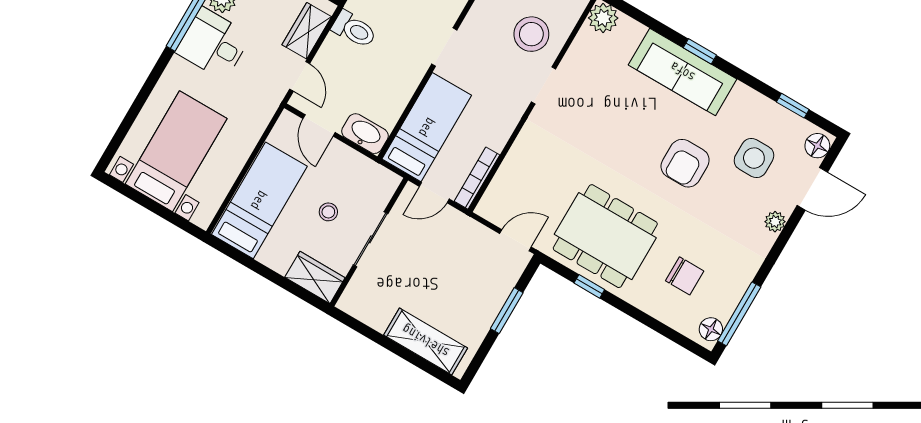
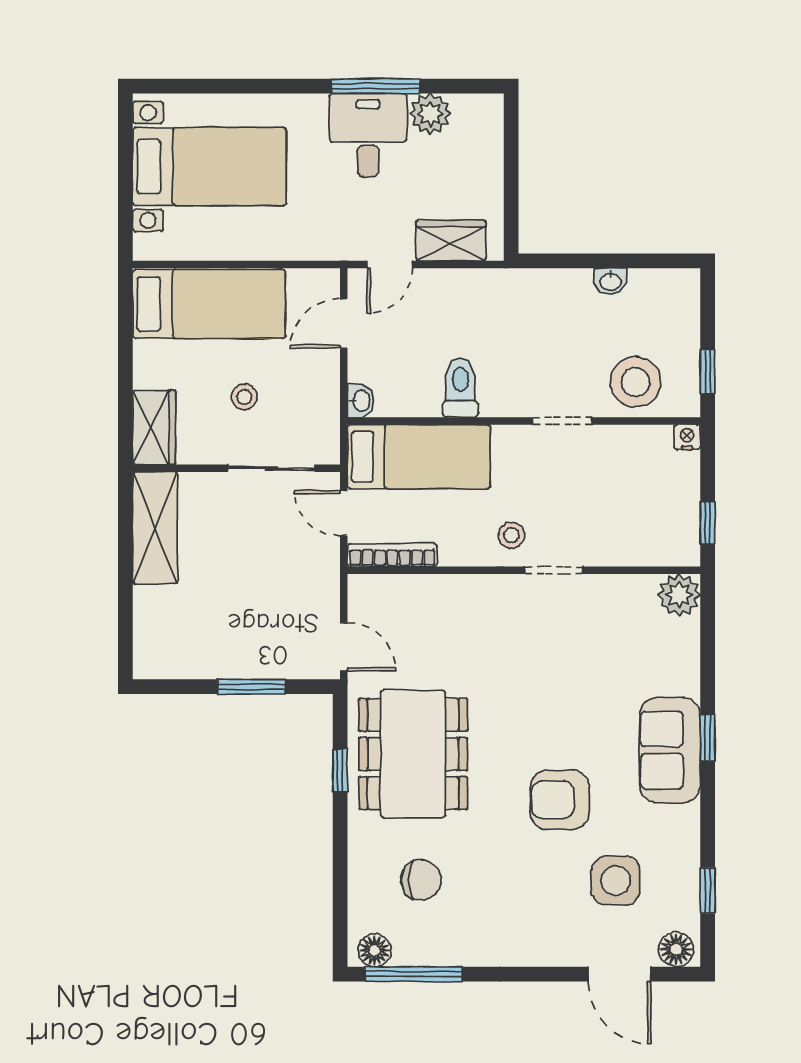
toilet: (354, 29) -> (460, 388), moved, turned 180
stool: (531, 34) -> (512, 535), moved, width x0.53, depth x0.53
doorway: (444, 47) -> (562, 421), moved
sofa: (683, 72) -> (670, 750), width x0.73
washbasin: (365, 134) -> (361, 401), width x0.52, depth x0.69
plant: (775, 222) -> (553, 952), removed
sliding door: (370, 239) -> (271, 468), moved
chair: (685, 276) -> (421, 880), turned -90
shelving: (426, 341) -> (155, 528), moved

